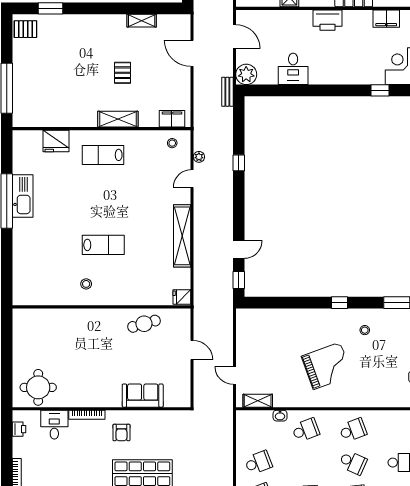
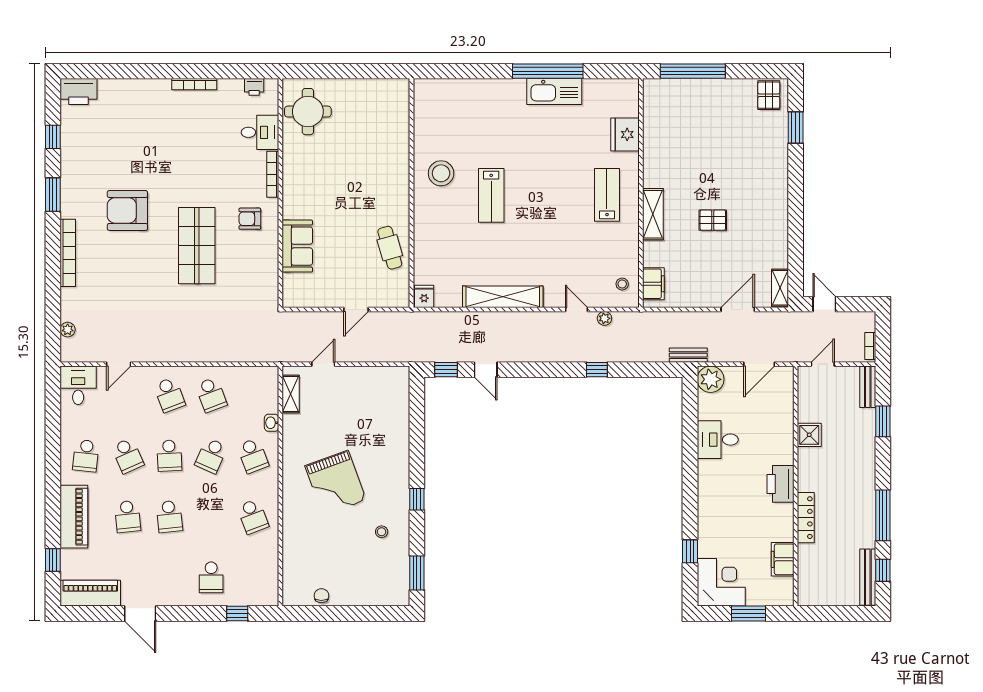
shelving: (142, 21) -> (780, 288), moved
stool: (86, 284) -> (441, 173), width x1.89, depth x1.89
school desk: (353, 463) -> (211, 456), moved

